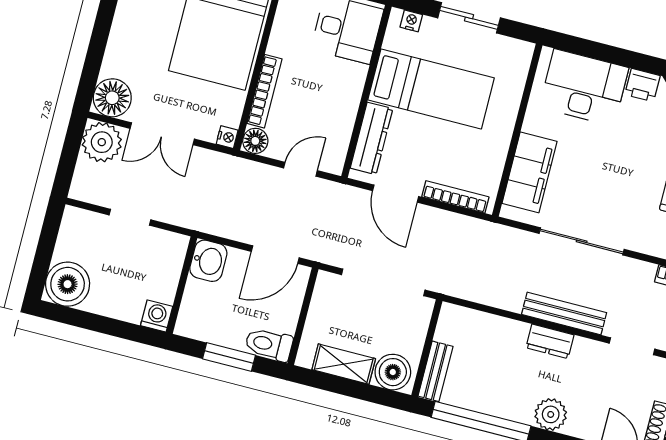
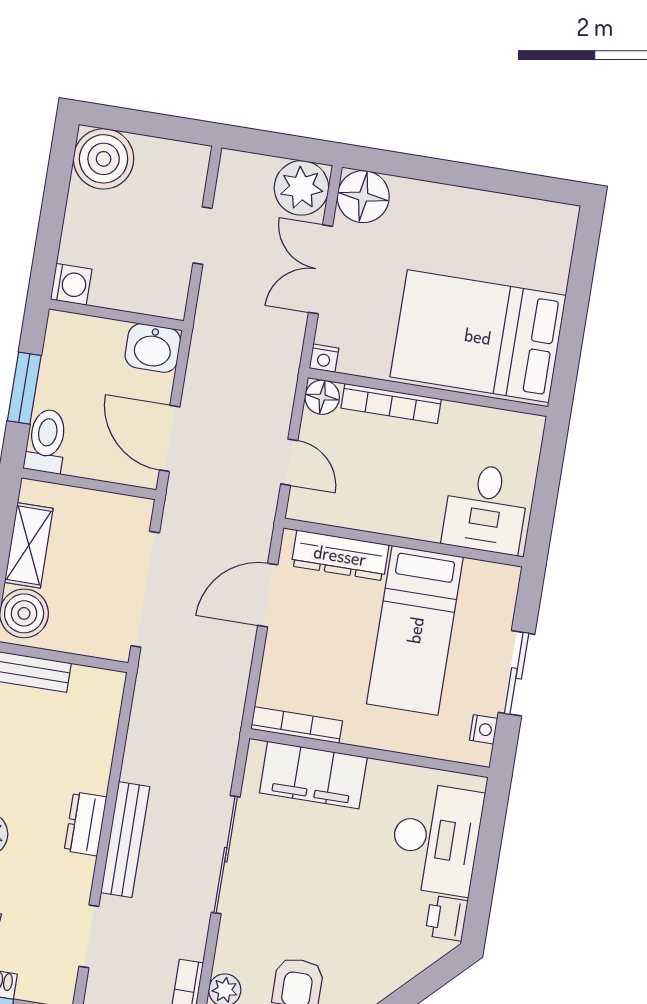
nightstand: (411, 21) -> (483, 729), moved
bookcase: (455, 197) -> (297, 725), moved, turned -90

